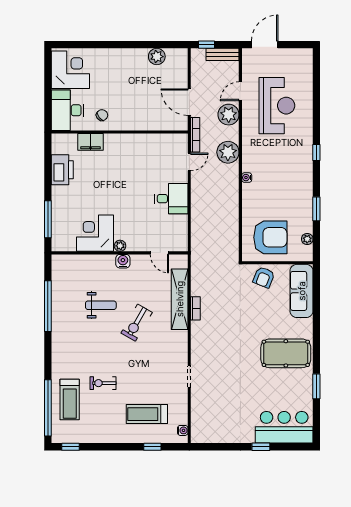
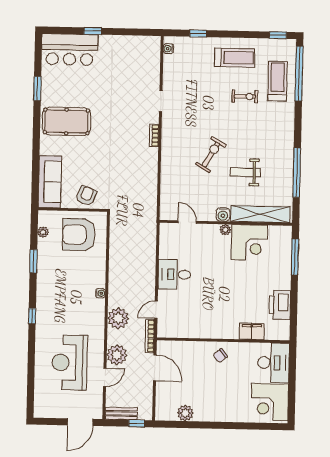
chair: (102, 115) -> (220, 356), moved
shelving: (180, 299) -> (260, 214), moved, turned 90
bookcase: (195, 308) -> (154, 136), moved
treadmill: (147, 414) -> (235, 58), moved

